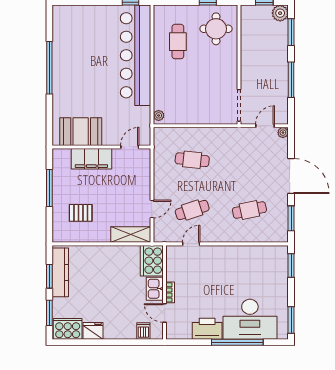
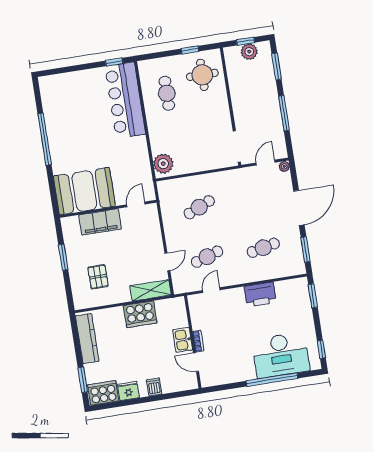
plant: (280, 13) -> (249, 52), moved
bar counter: (135, 55) -> (125, 100), width x0.73
plant: (159, 115) -> (163, 164), width x1.88, depth x1.88
booth: (81, 132) -> (84, 191), width x1.36, depth x1.42
cafe table: (192, 160) -> (199, 207), turned -30
door: (291, 176) -> (299, 208), hinge flipped
window: (49, 188) -> (63, 257), width x0.69
pallet: (81, 213) -> (98, 277), turned 90
cooker: (152, 261) -> (140, 314), moved, turned -90
window: (49, 276) -> (77, 344), removed
window: (291, 320) -> (321, 349), width x0.67
printer: (207, 329) -> (260, 294), moved, turned 180
dishwasher: (143, 331) -> (154, 387), moved

